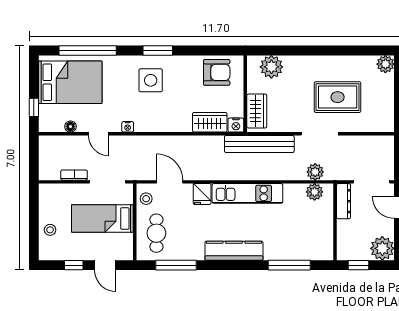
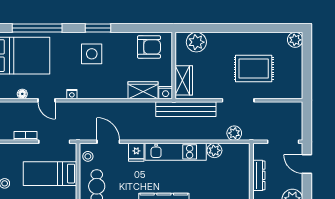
plant: (315, 192) -> (214, 150), moved
dresser: (343, 201) -> (259, 175), moved

